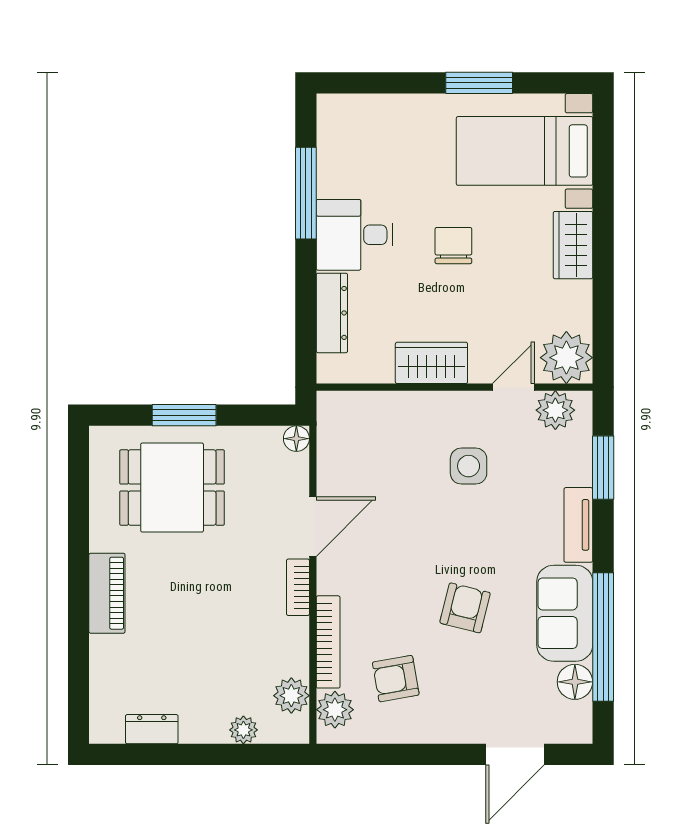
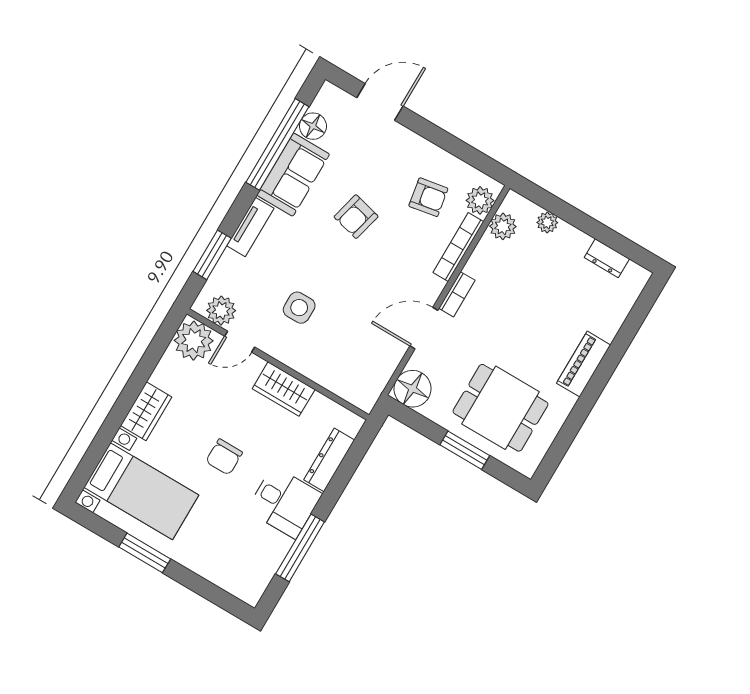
floor lamp: (296, 439) -> (413, 389), width x1.89, depth x1.89

